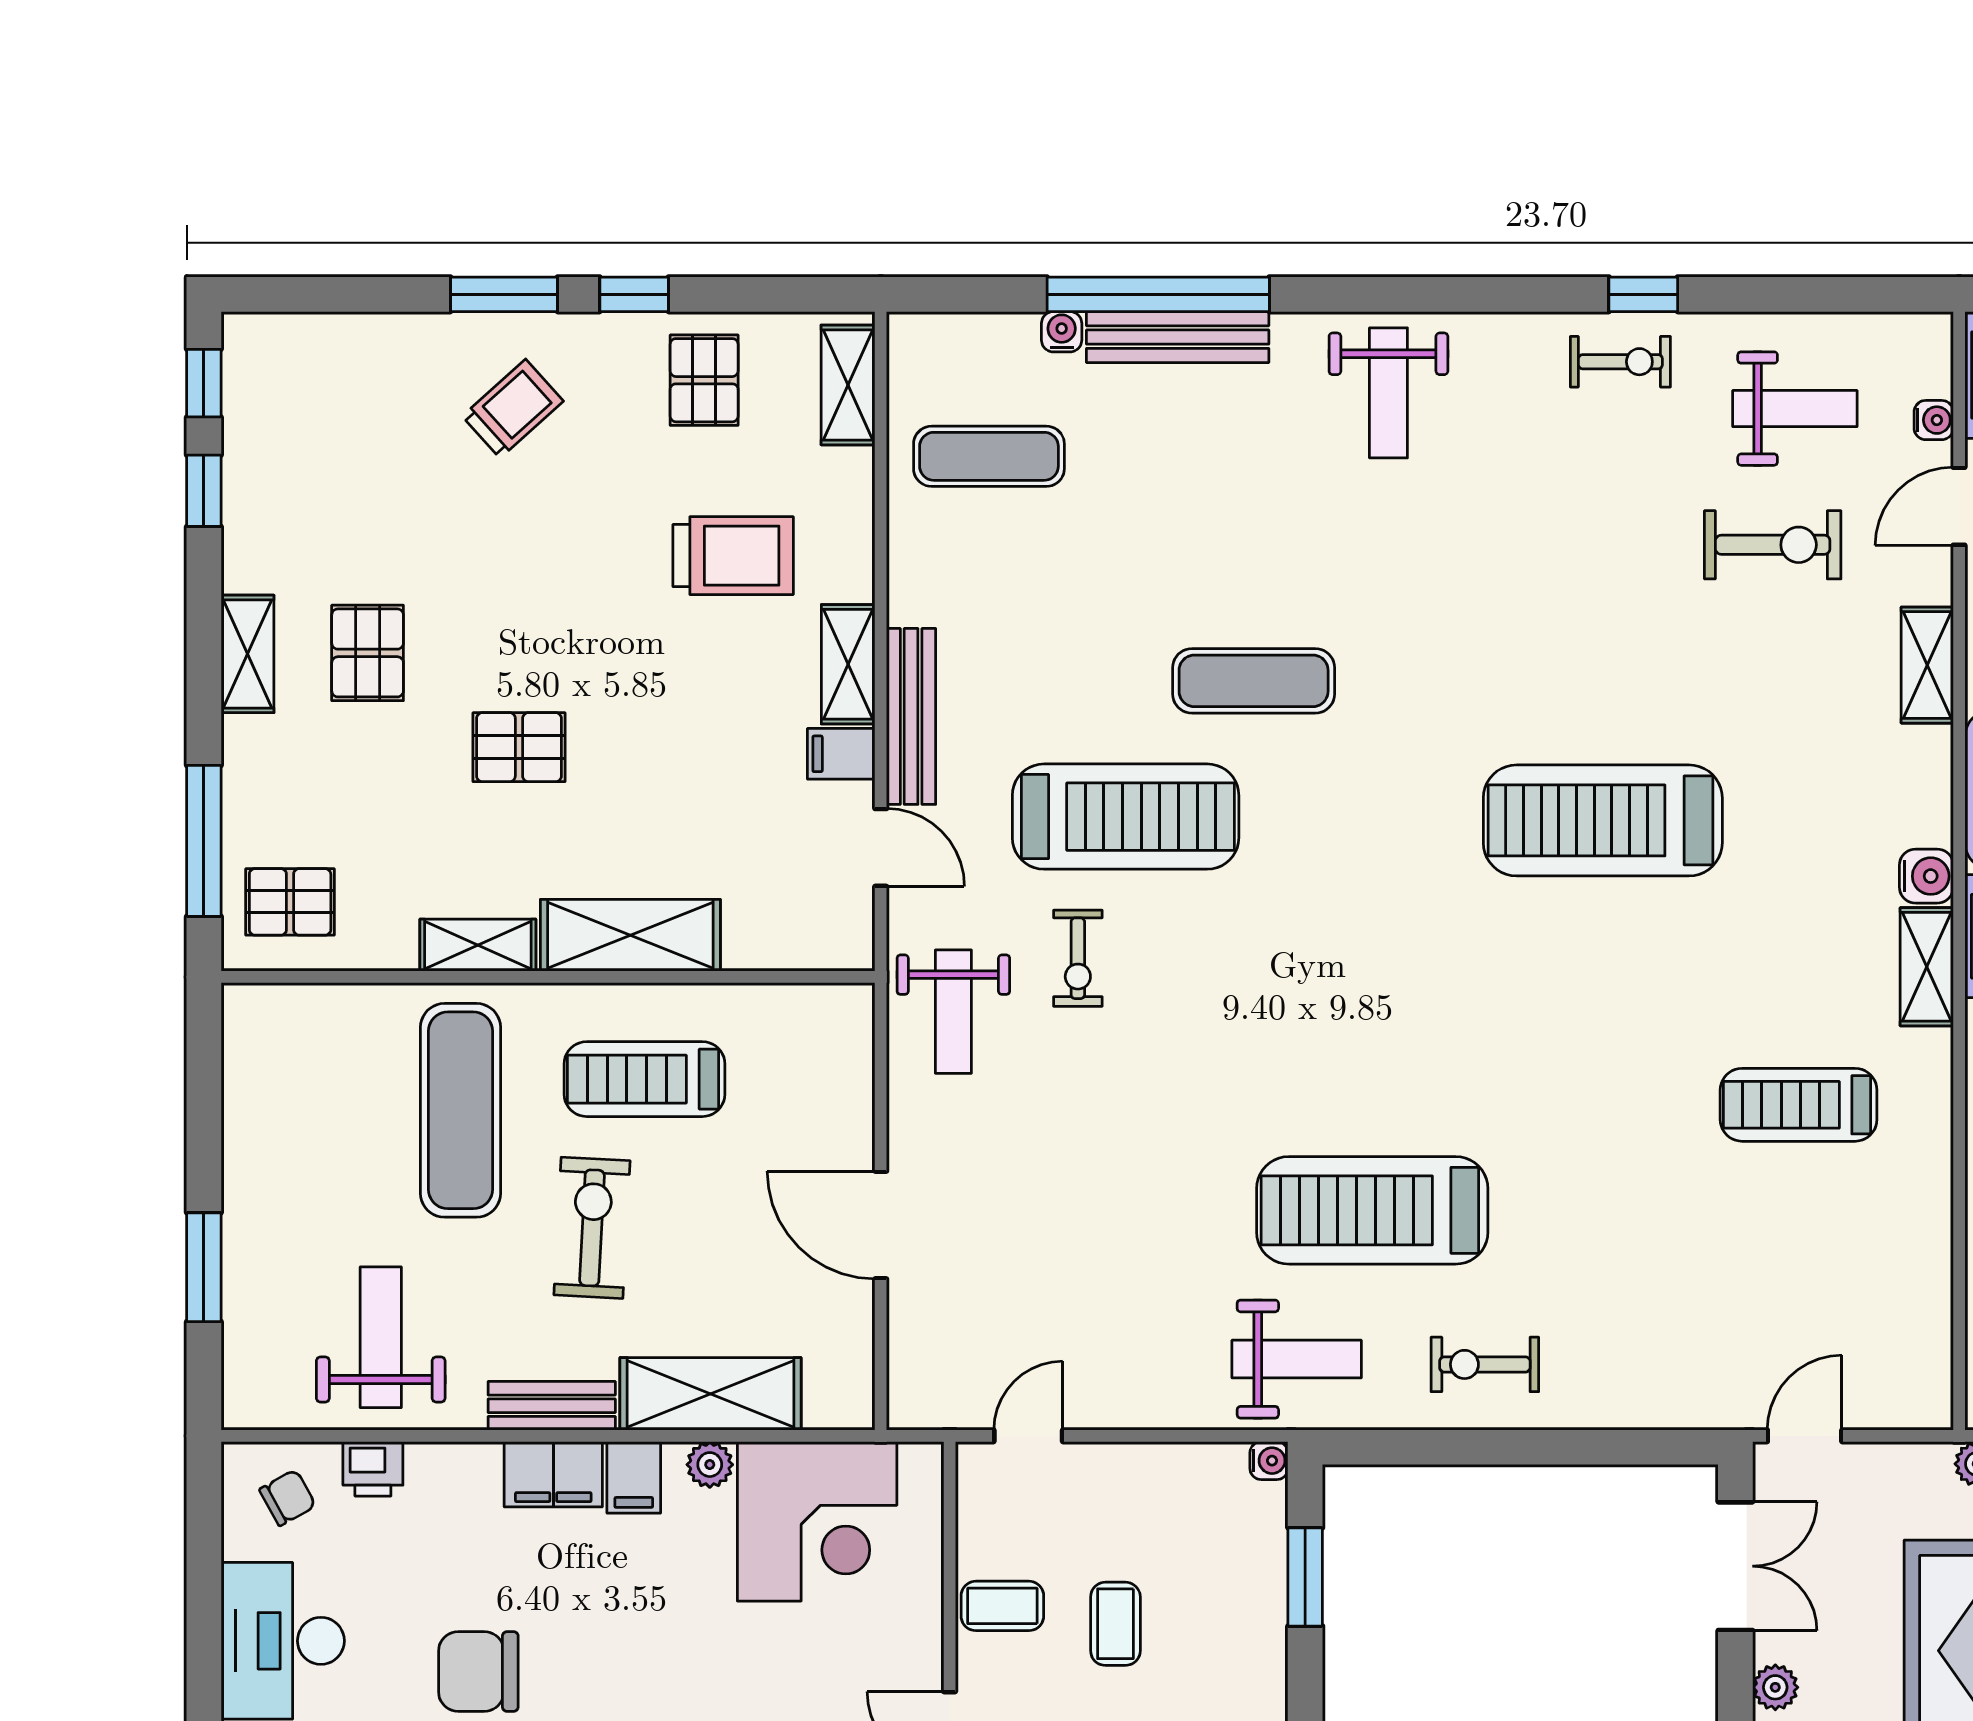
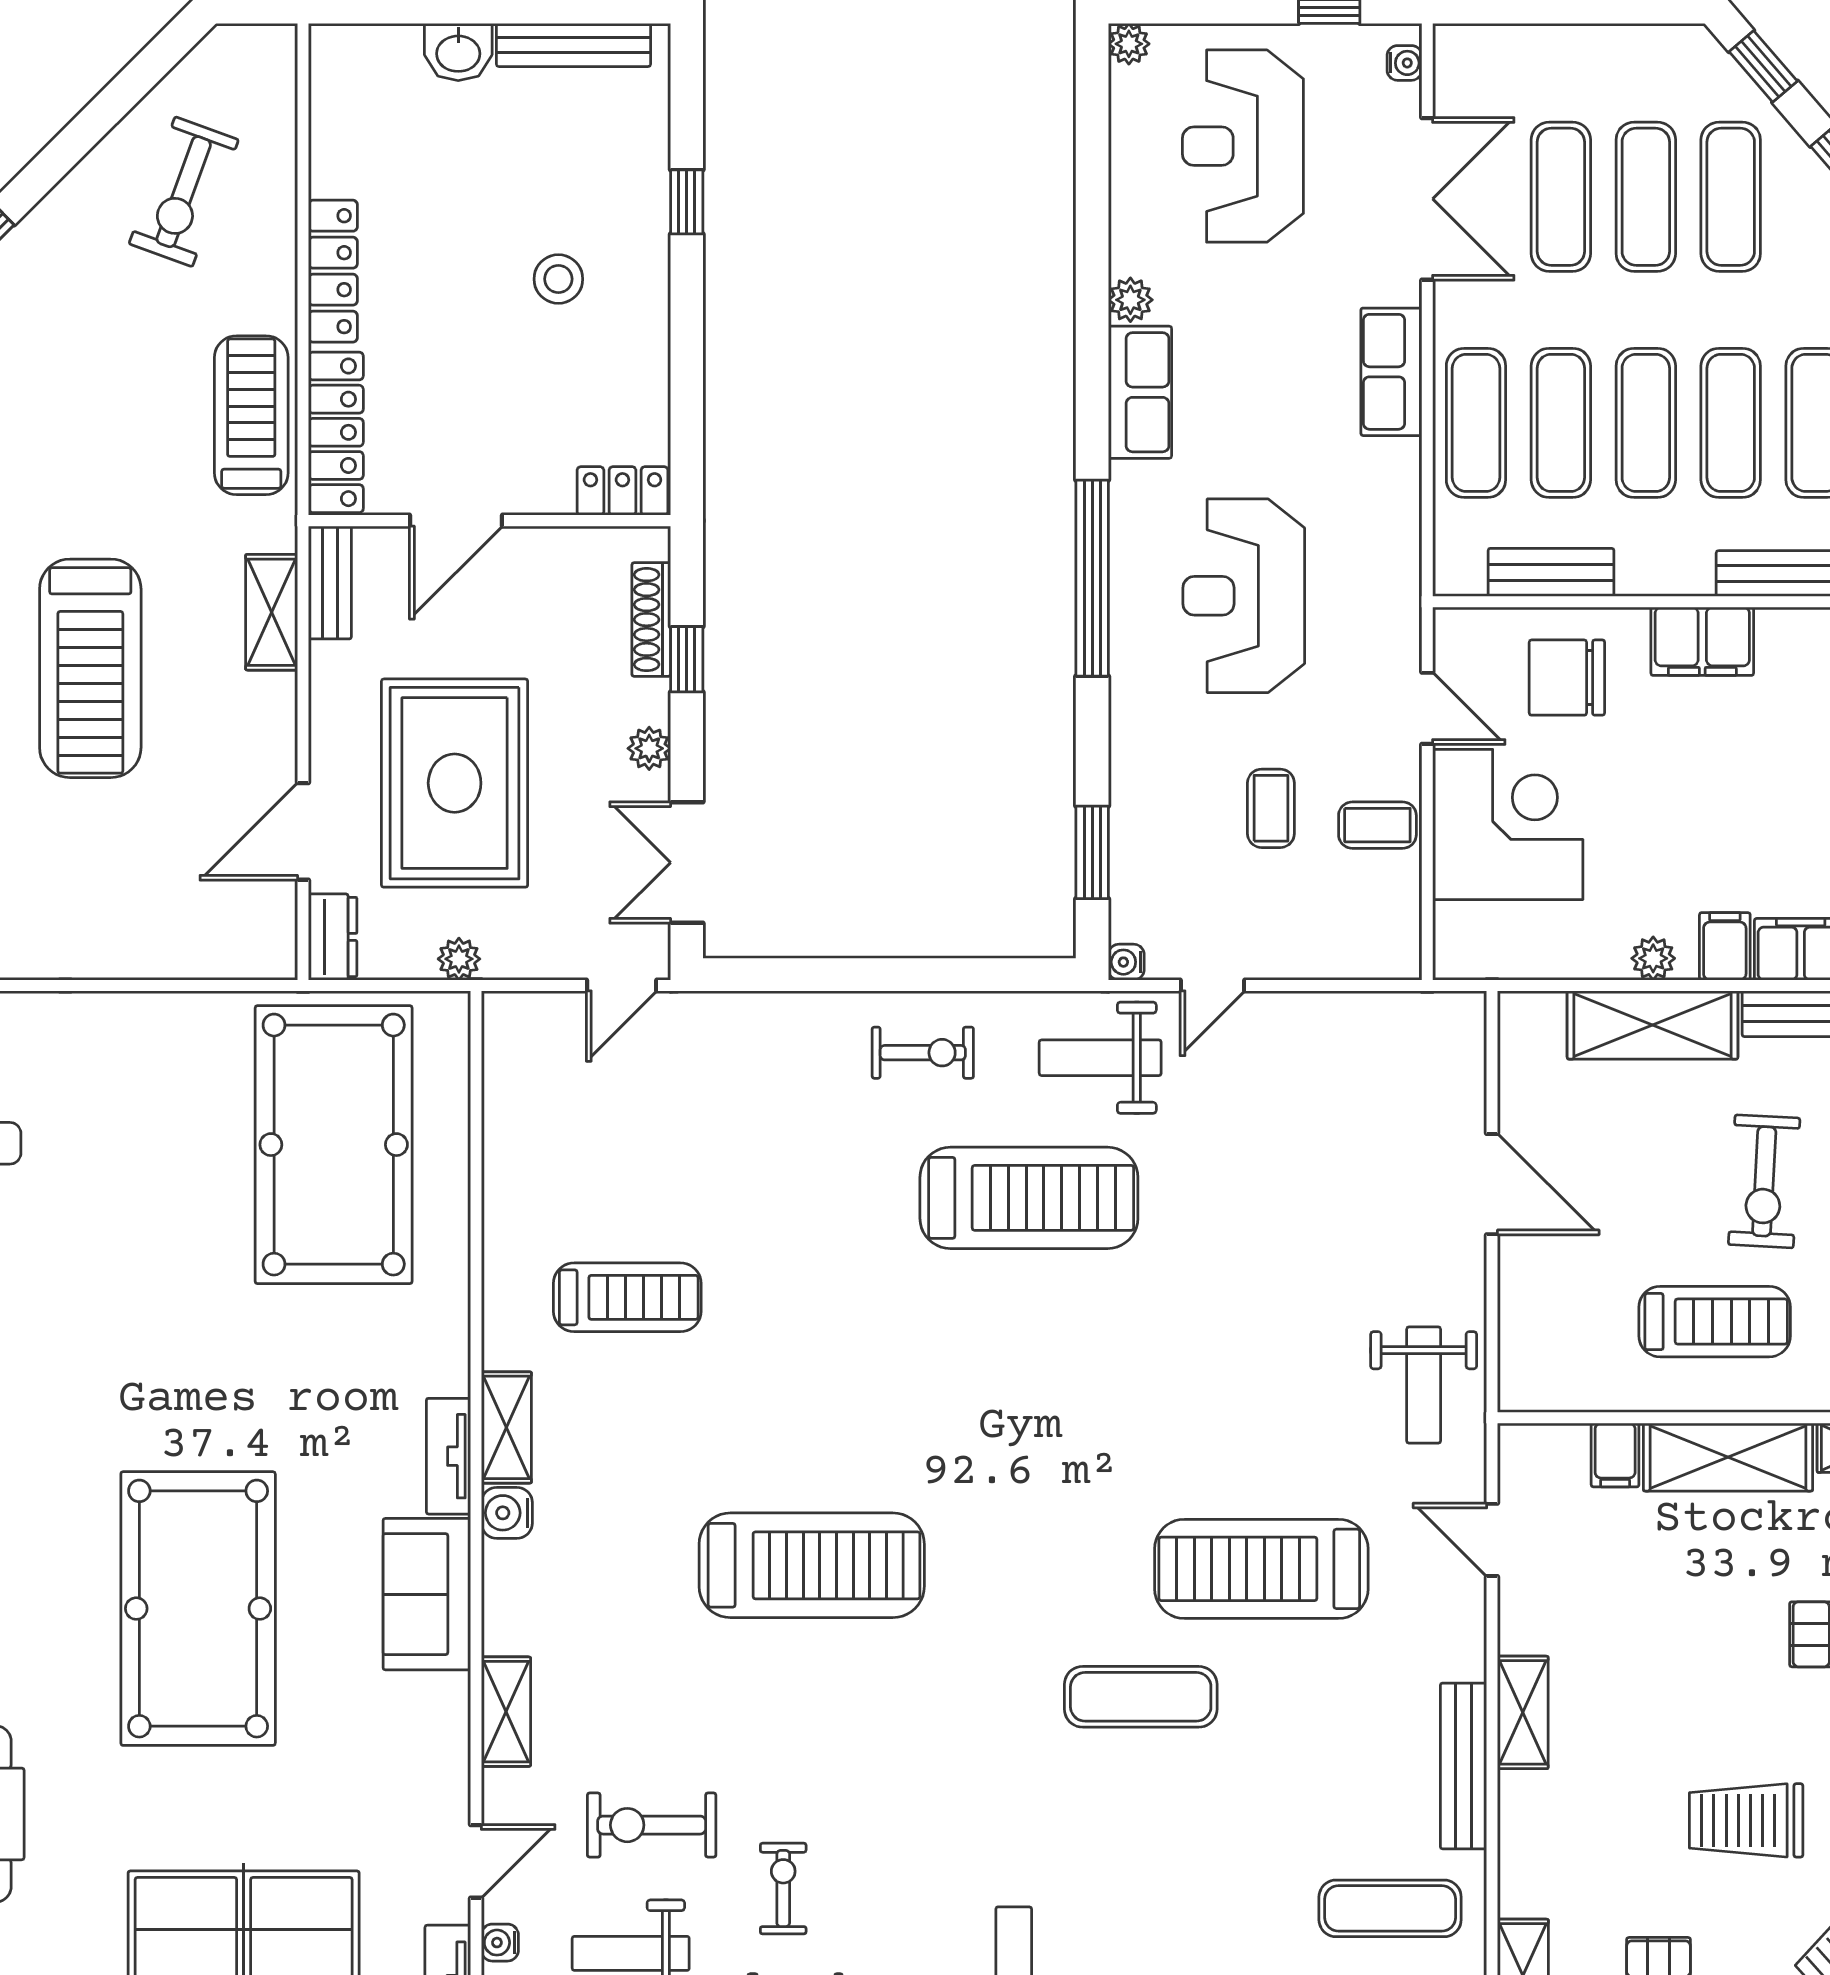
trolley: (733, 556) -> (1746, 1820), moved
bench: (911, 716) -> (1463, 1766), moved
filing cabinet: (841, 754) -> (1615, 1455), moved, turned 90
exercise bike: (1078, 958) -> (783, 1889), moved
weight bench: (953, 1012) -> (1424, 1385), turned 180
door: (1028, 1436) -> (1213, 985), moved
corner desk: (817, 1521) -> (1508, 824), moved, turned 90

